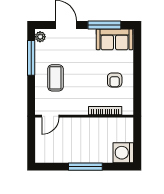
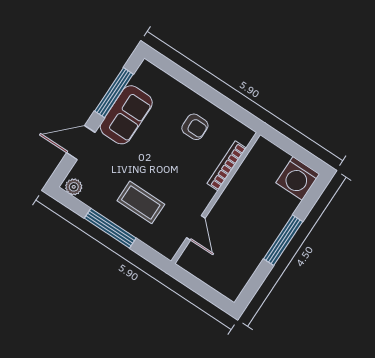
sofa: (114, 39) -> (126, 115), moved
window: (31, 58) -> (110, 228), moved
door: (50, 116) -> (196, 228), moved

